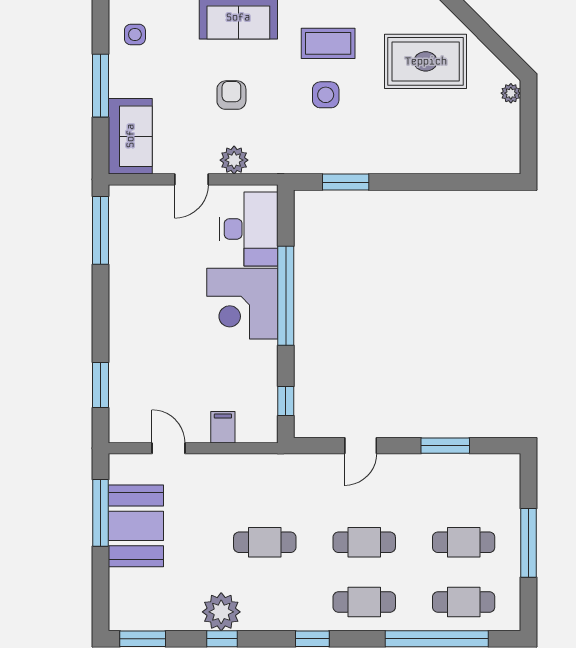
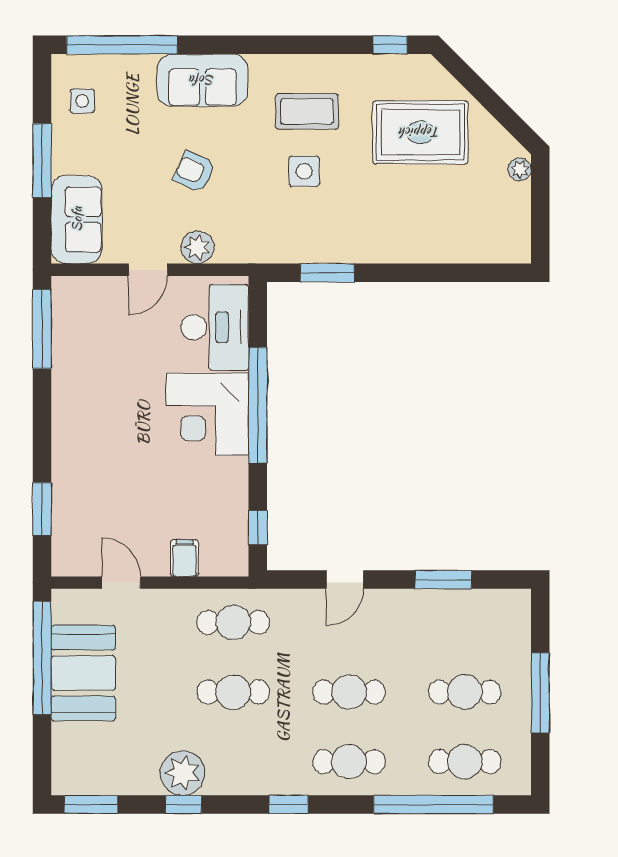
armchair: (231, 95) -> (194, 172), turned -65
cafe table: (265, 482) -> (233, 622), added
window: (100, 513) -> (42, 658), width x1.46

